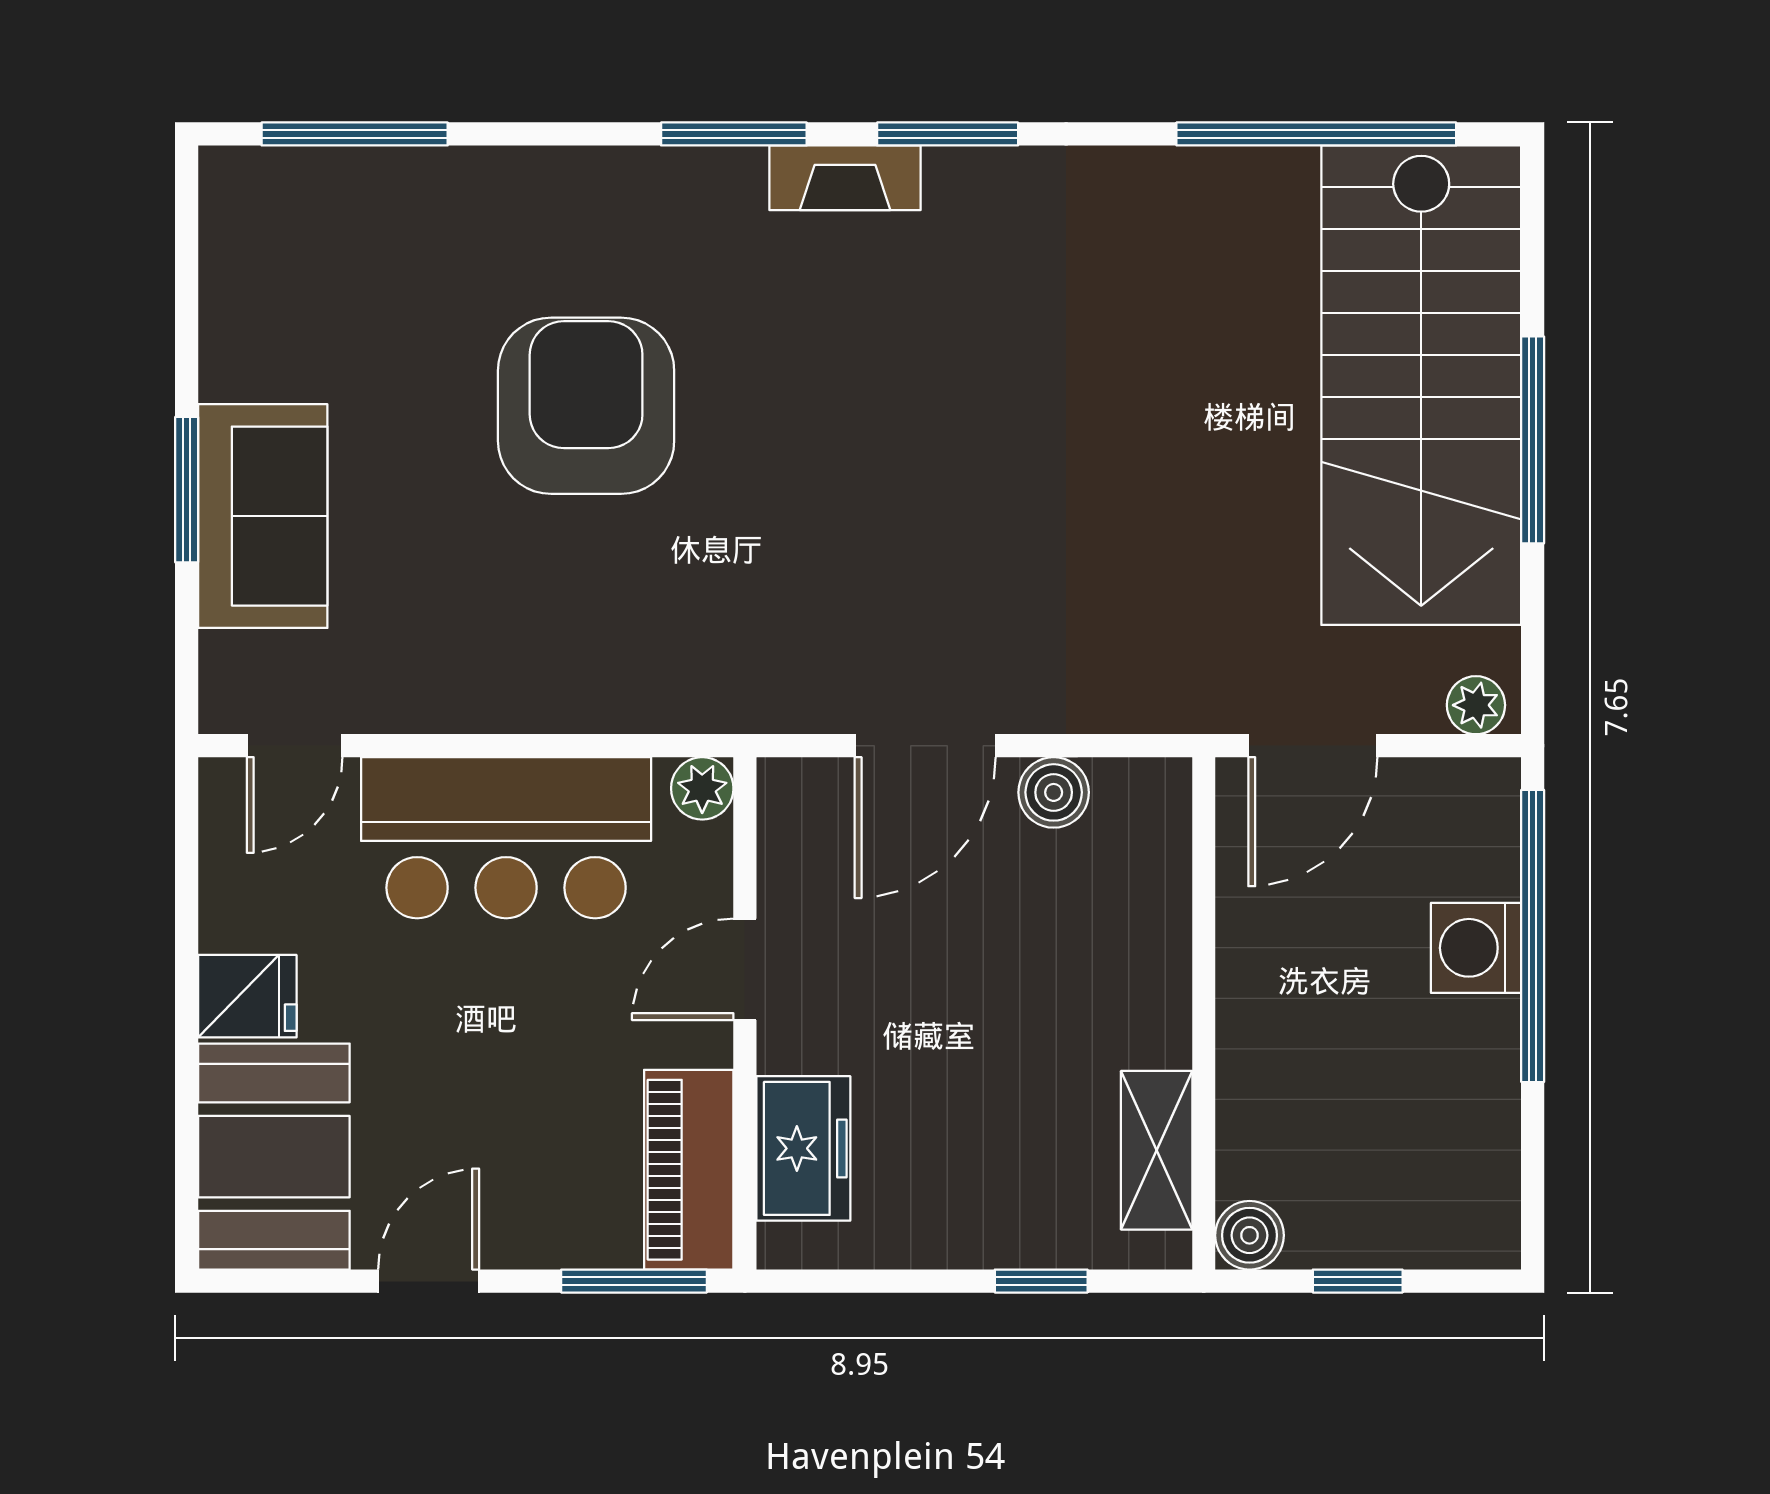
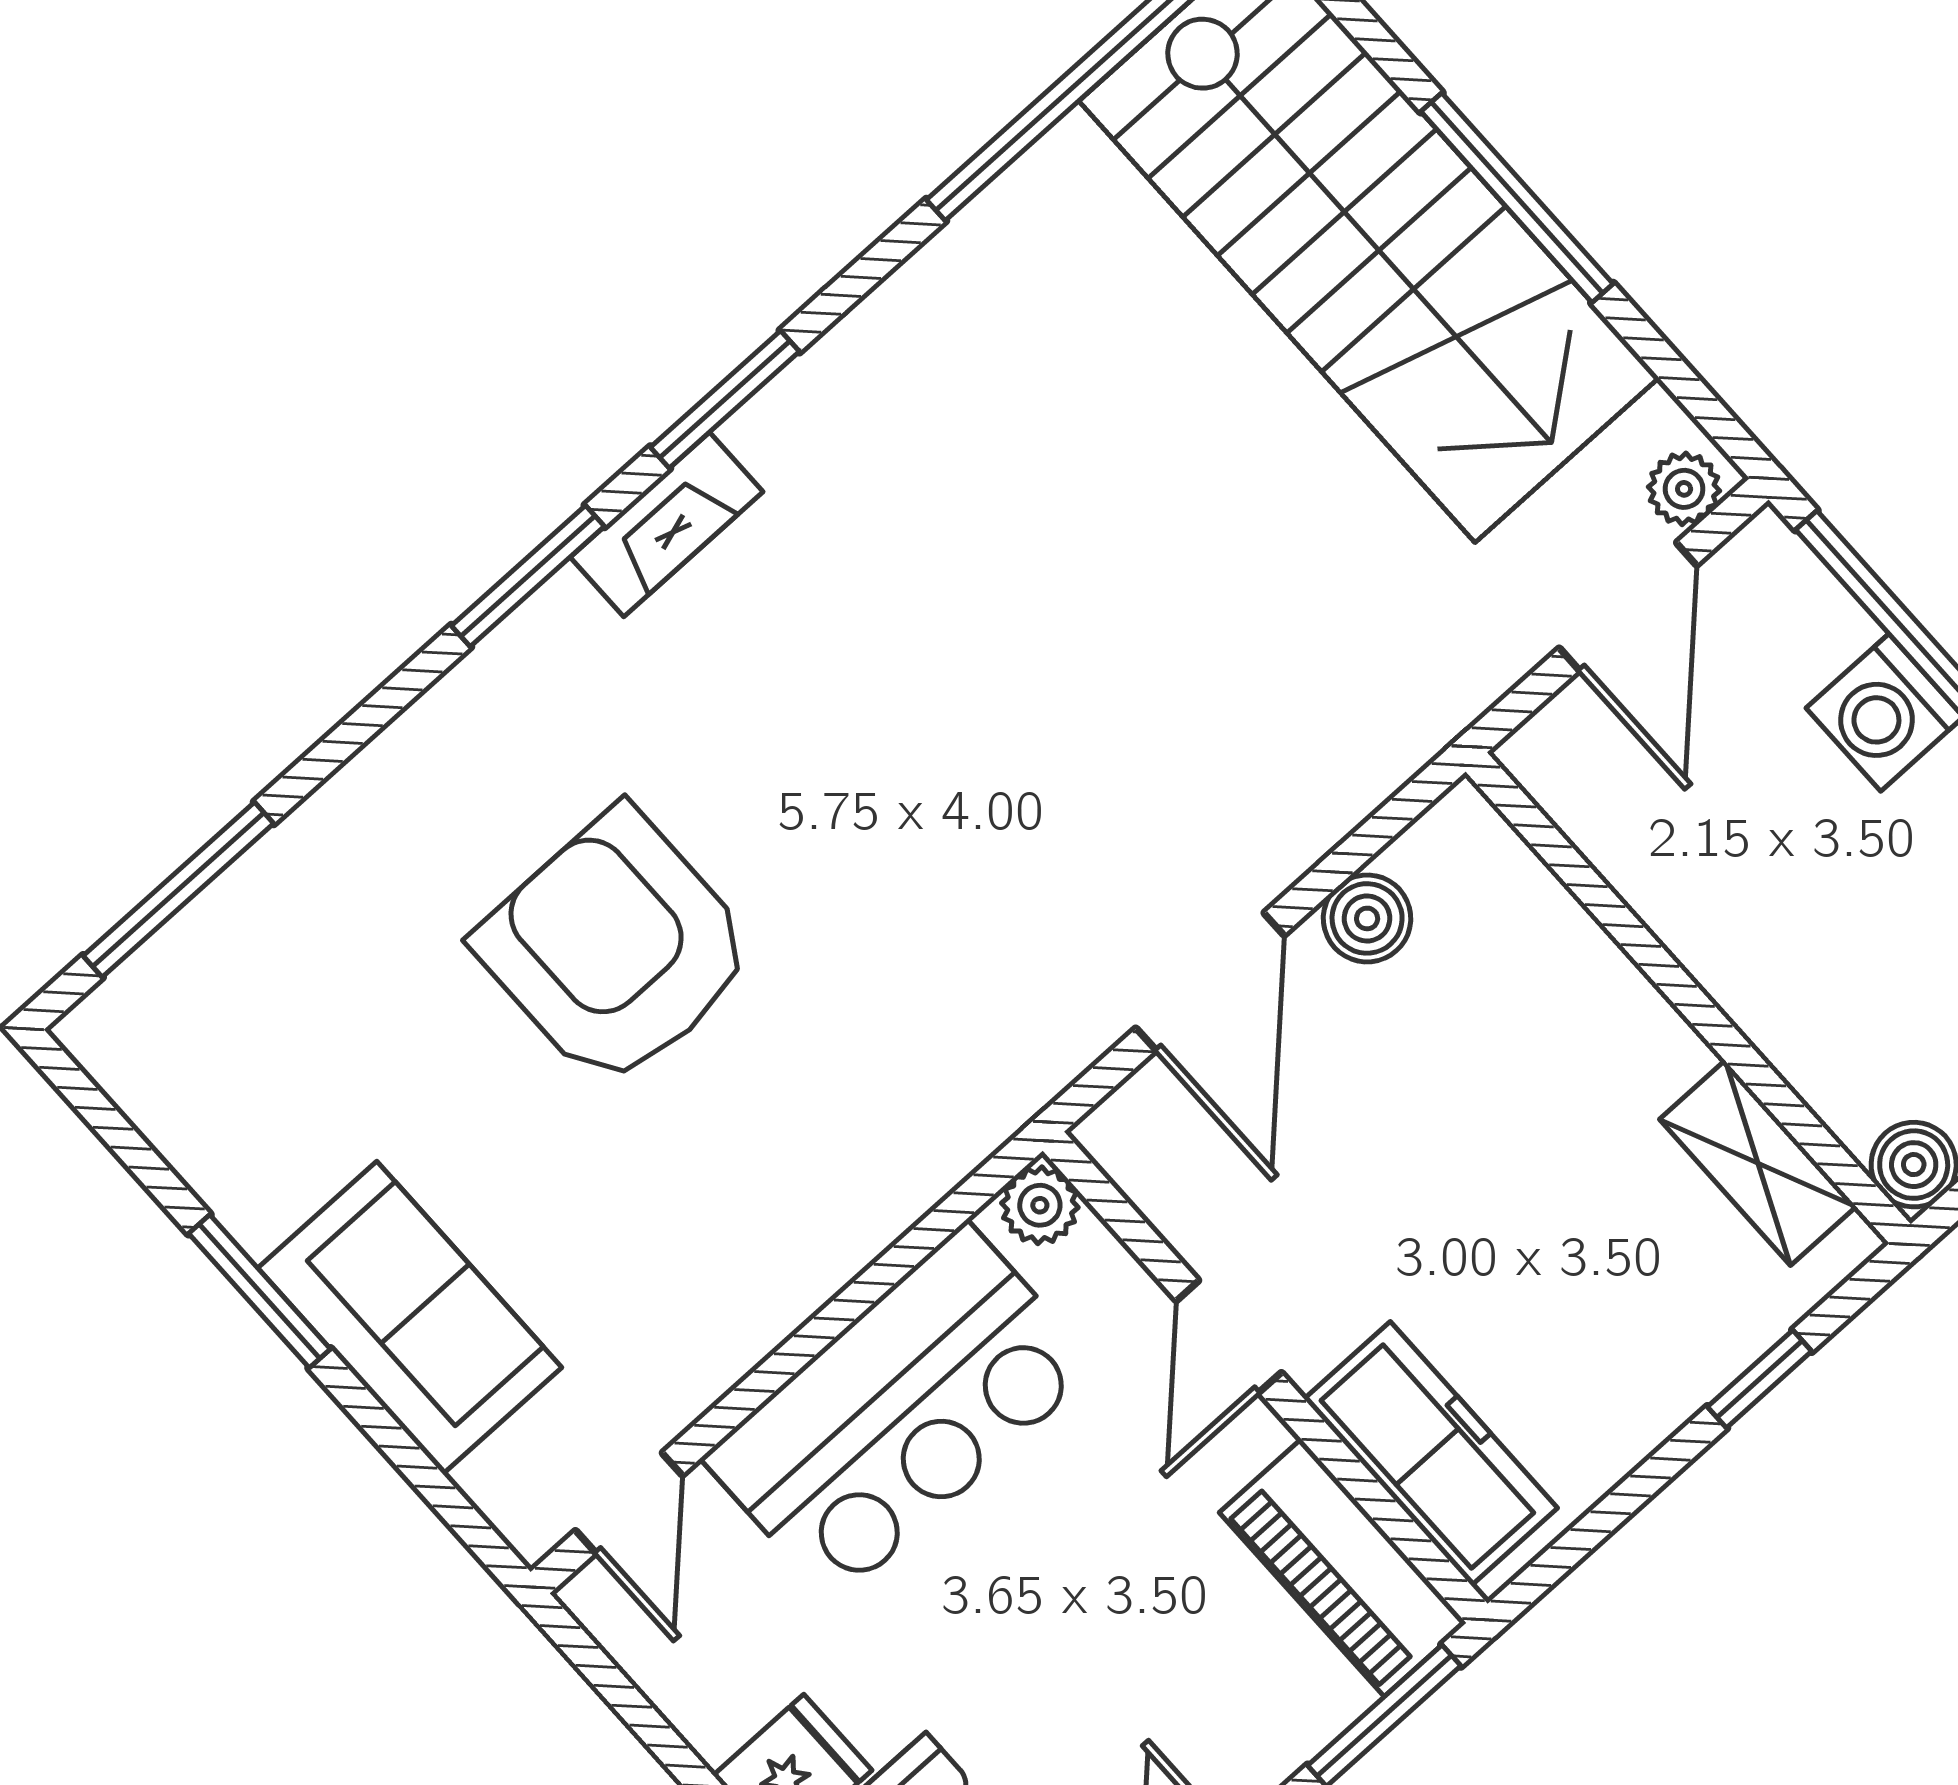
window: (187, 490) -> (260, 1291), moved
door: (1313, 746) -> (1628, 607), moved
freezer: (803, 1148) -> (1431, 1453), width x1.40

